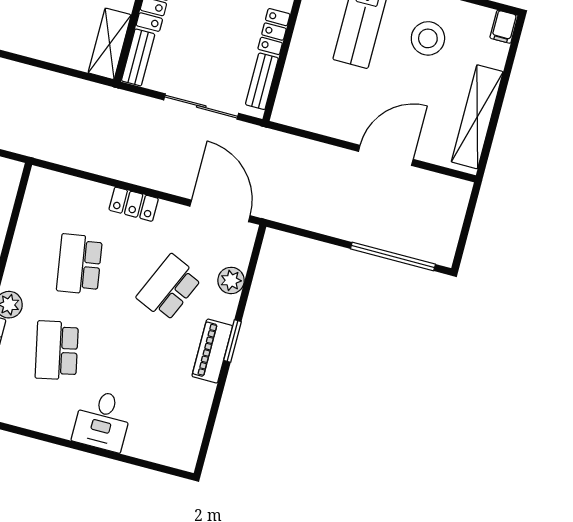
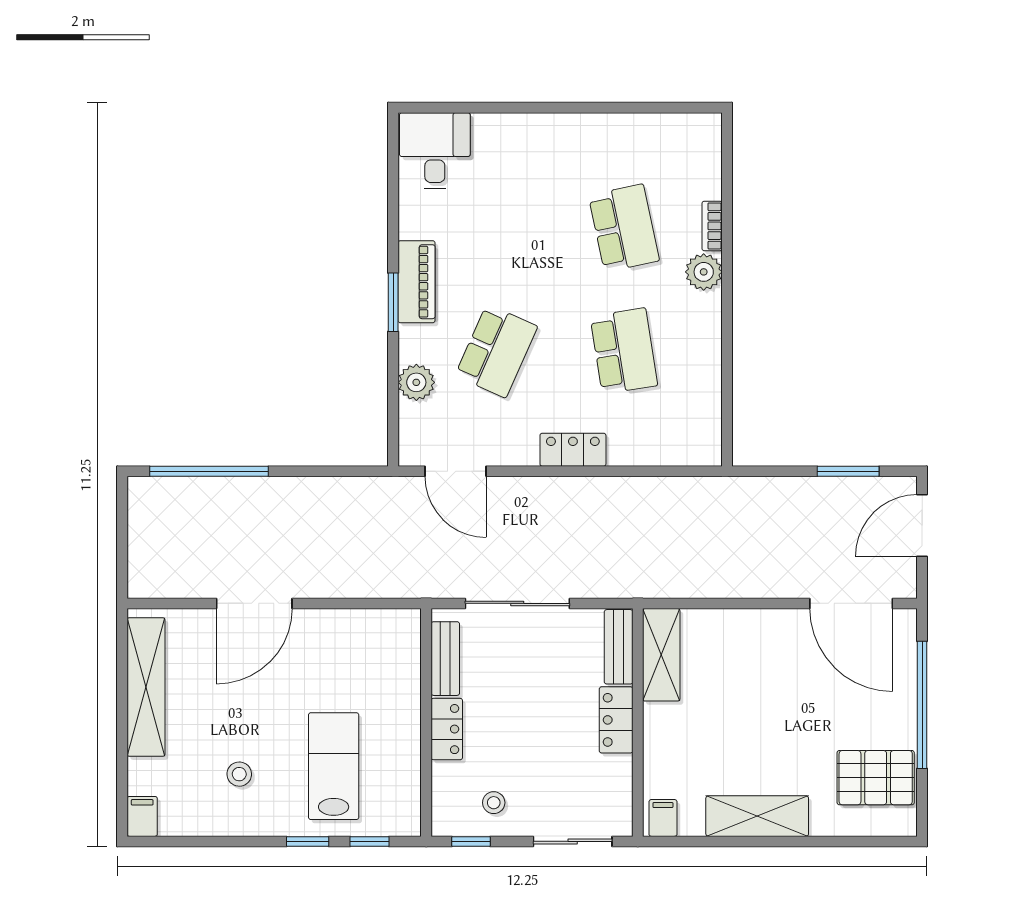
stool: (428, 38) -> (239, 774), width x0.53, depth x0.53
door: (220, 211) -> (456, 471), width x0.73
desk: (102, 420) -> (435, 151), moved

